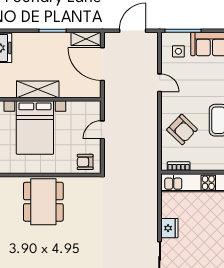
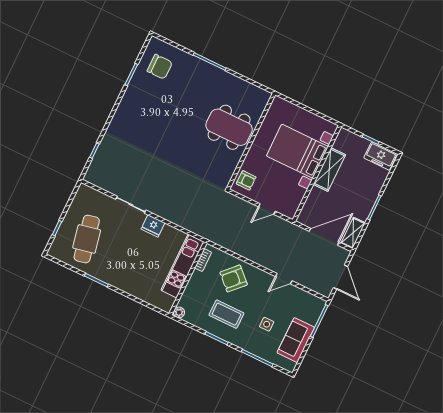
side table: (178, 51) -> (267, 324), moved
door: (102, 130) -> (267, 209), swing flipped
armchair: (85, 162) -> (246, 180), turned 90

